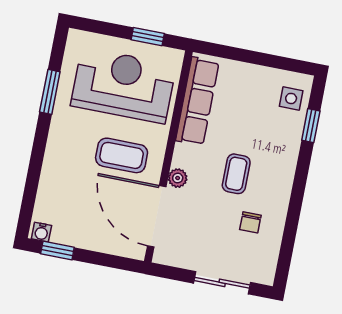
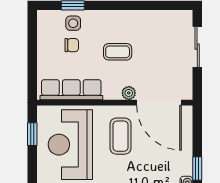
side table: (291, 98) -> (73, 23), moved
door: (157, 216) -> (159, 103), hinge flipped
chair: (250, 222) -> (72, 45), moved

